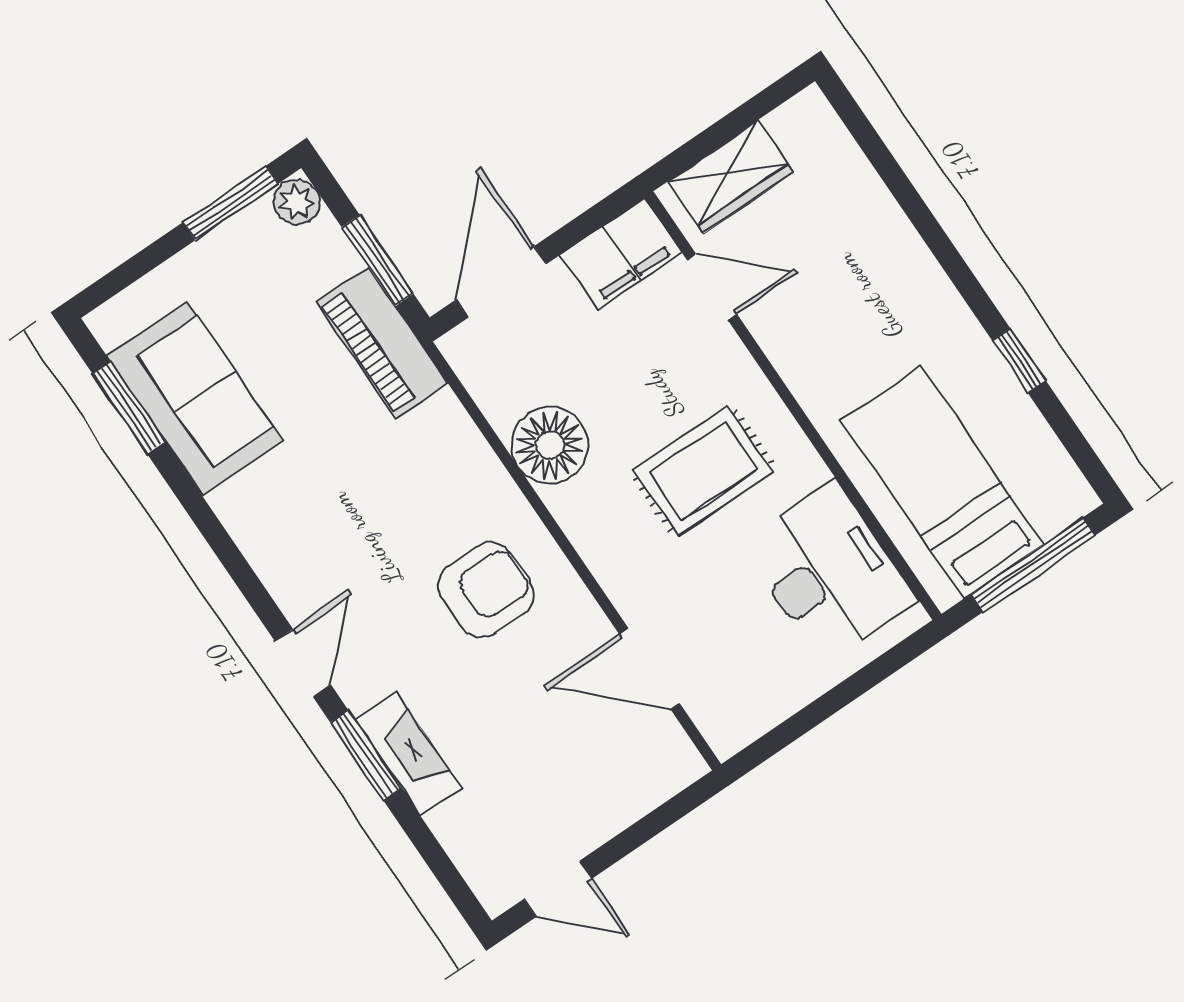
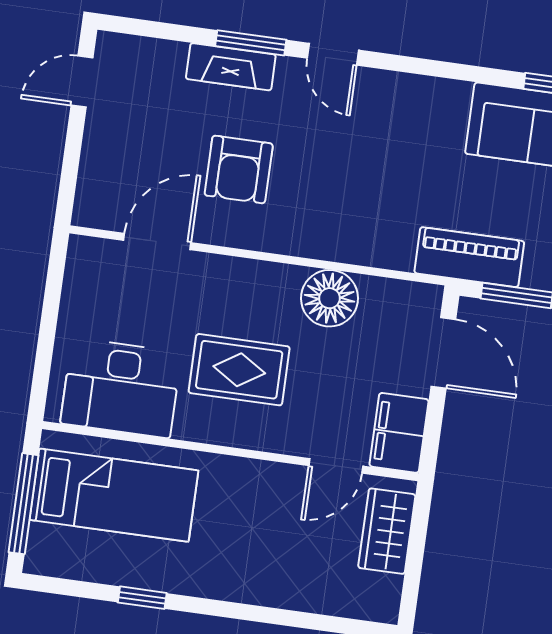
rug: (703, 471) -> (239, 370), turned 90
armchair: (486, 590) -> (239, 169), moved

